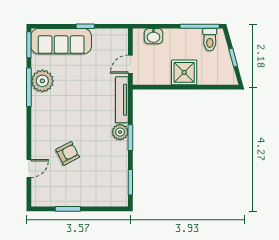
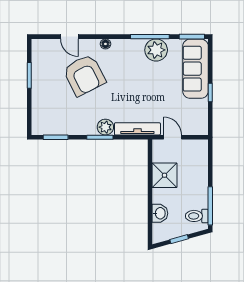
washbasin: (153, 36) -> (160, 213), moved, turned 180
shower: (184, 72) -> (164, 175), moved
floor lamp: (36, 132) -> (105, 44), added
armchair: (68, 153) -> (84, 75), width x1.88, depth x1.88

